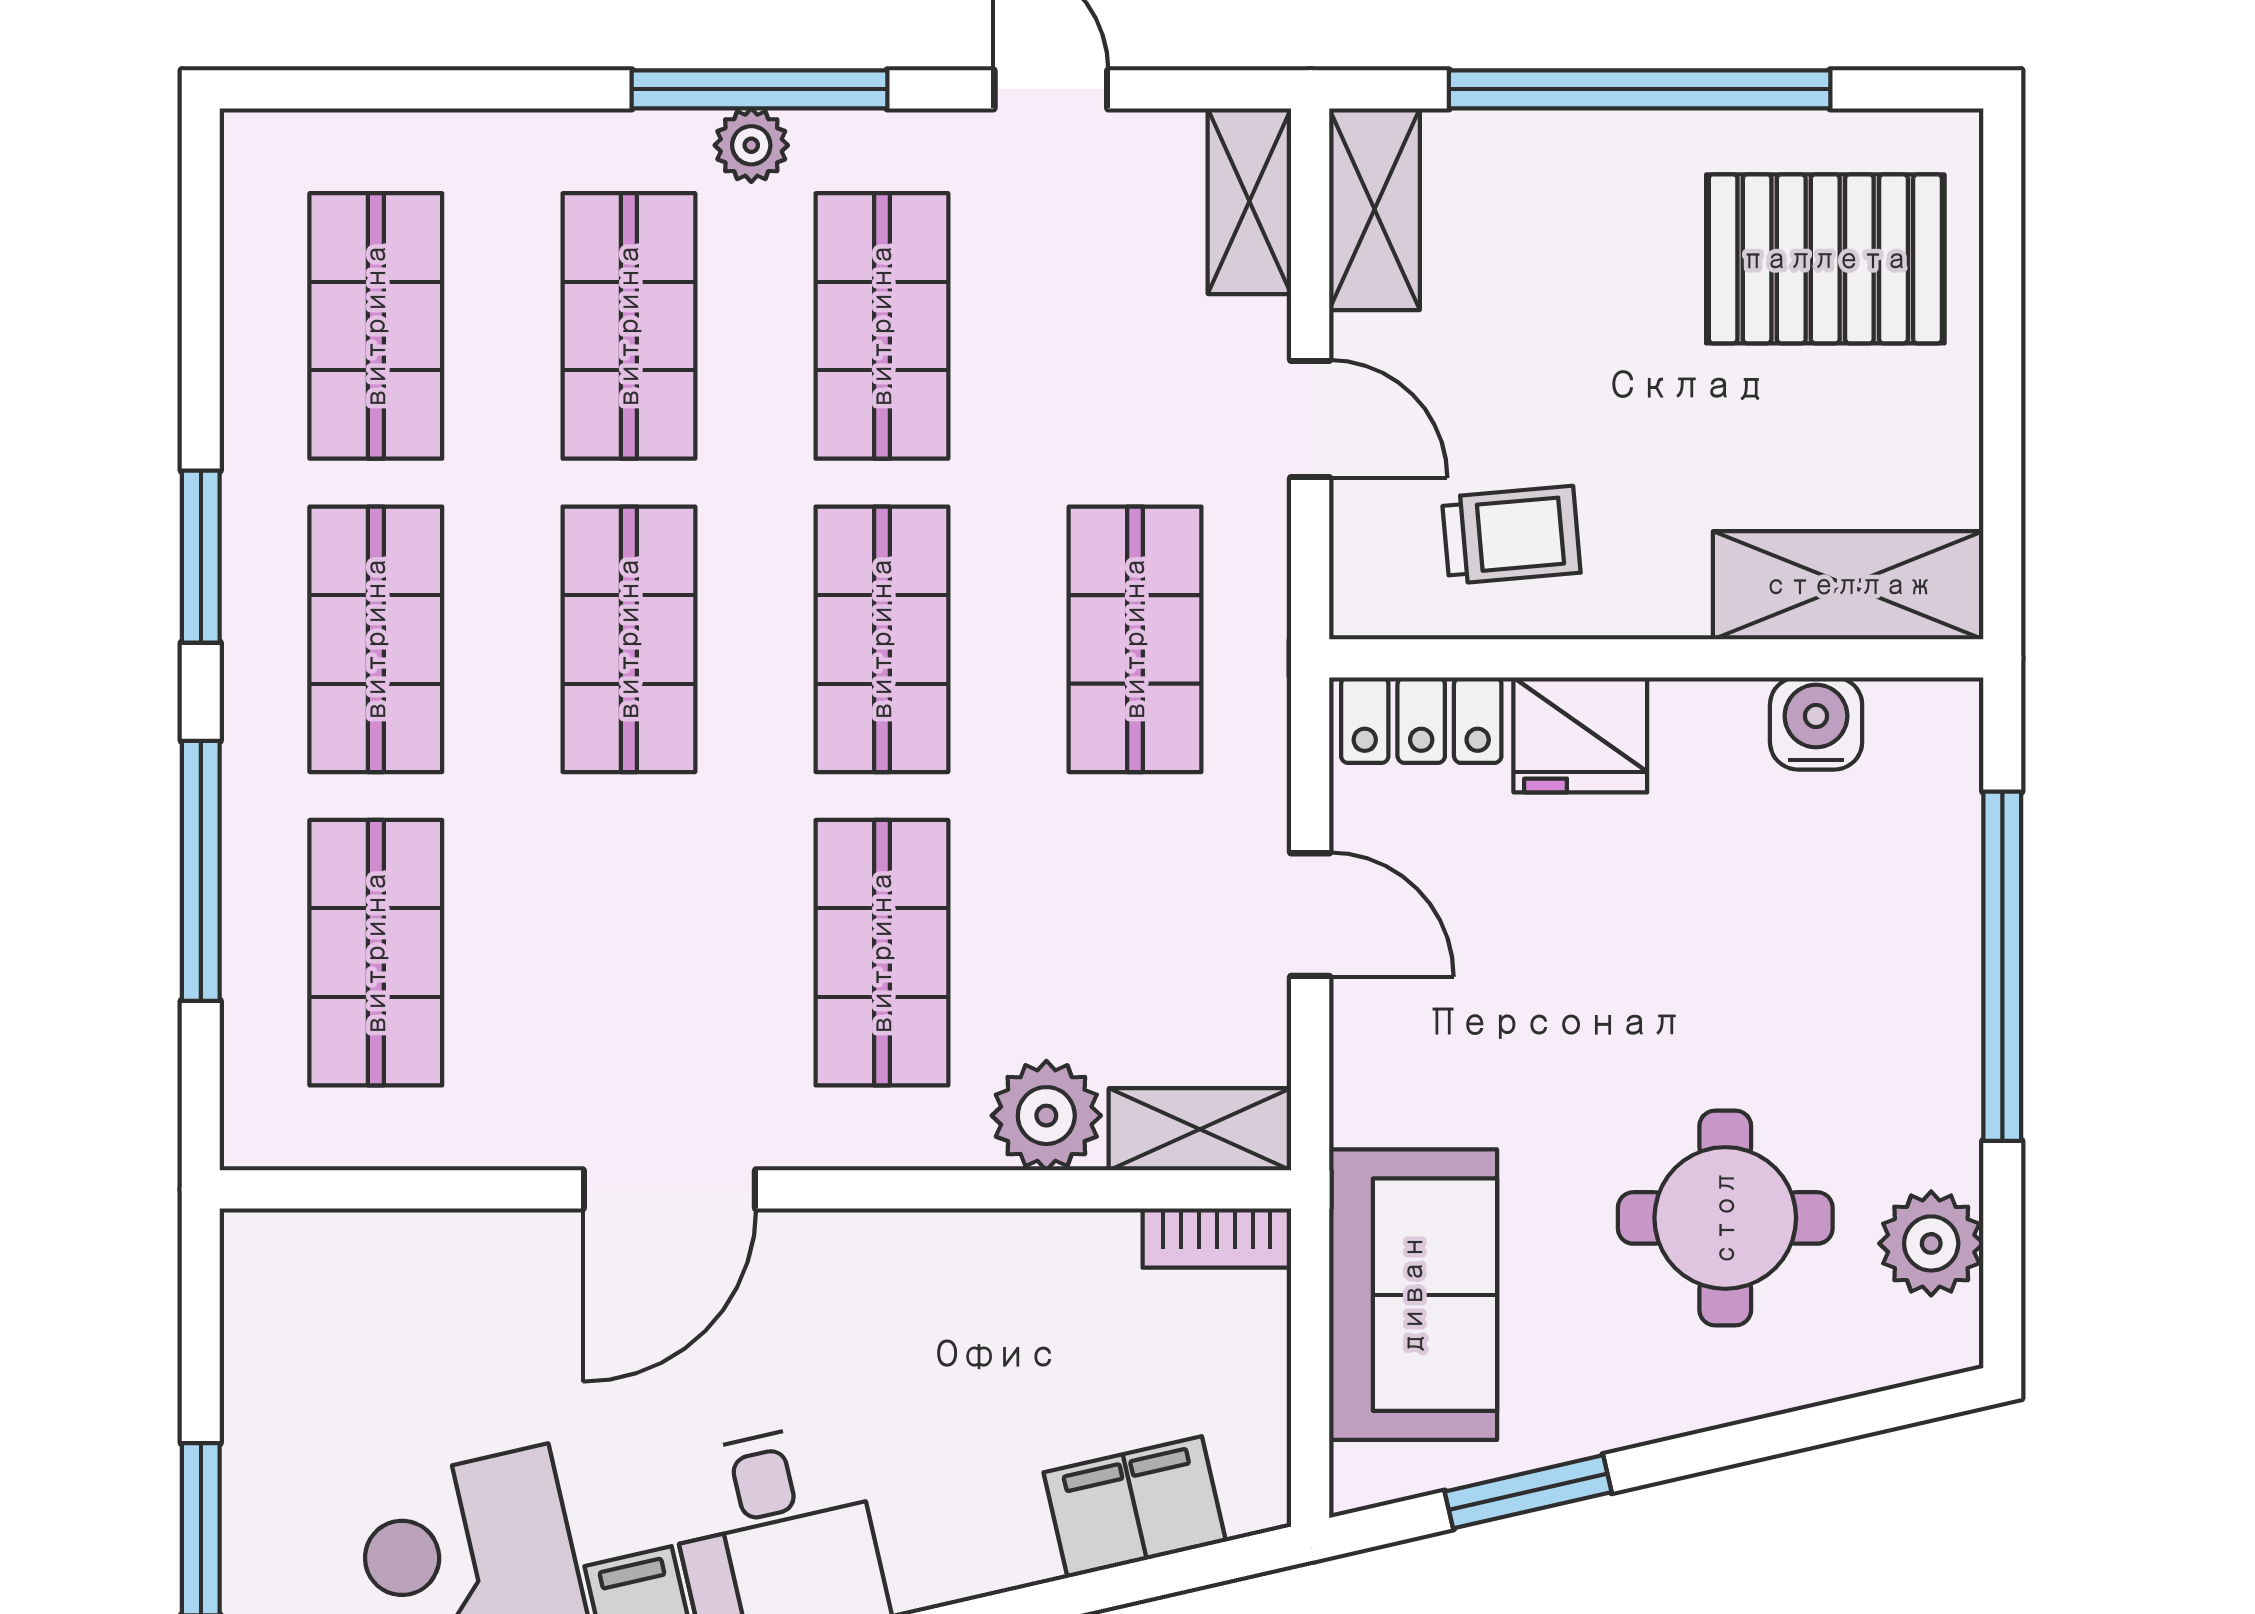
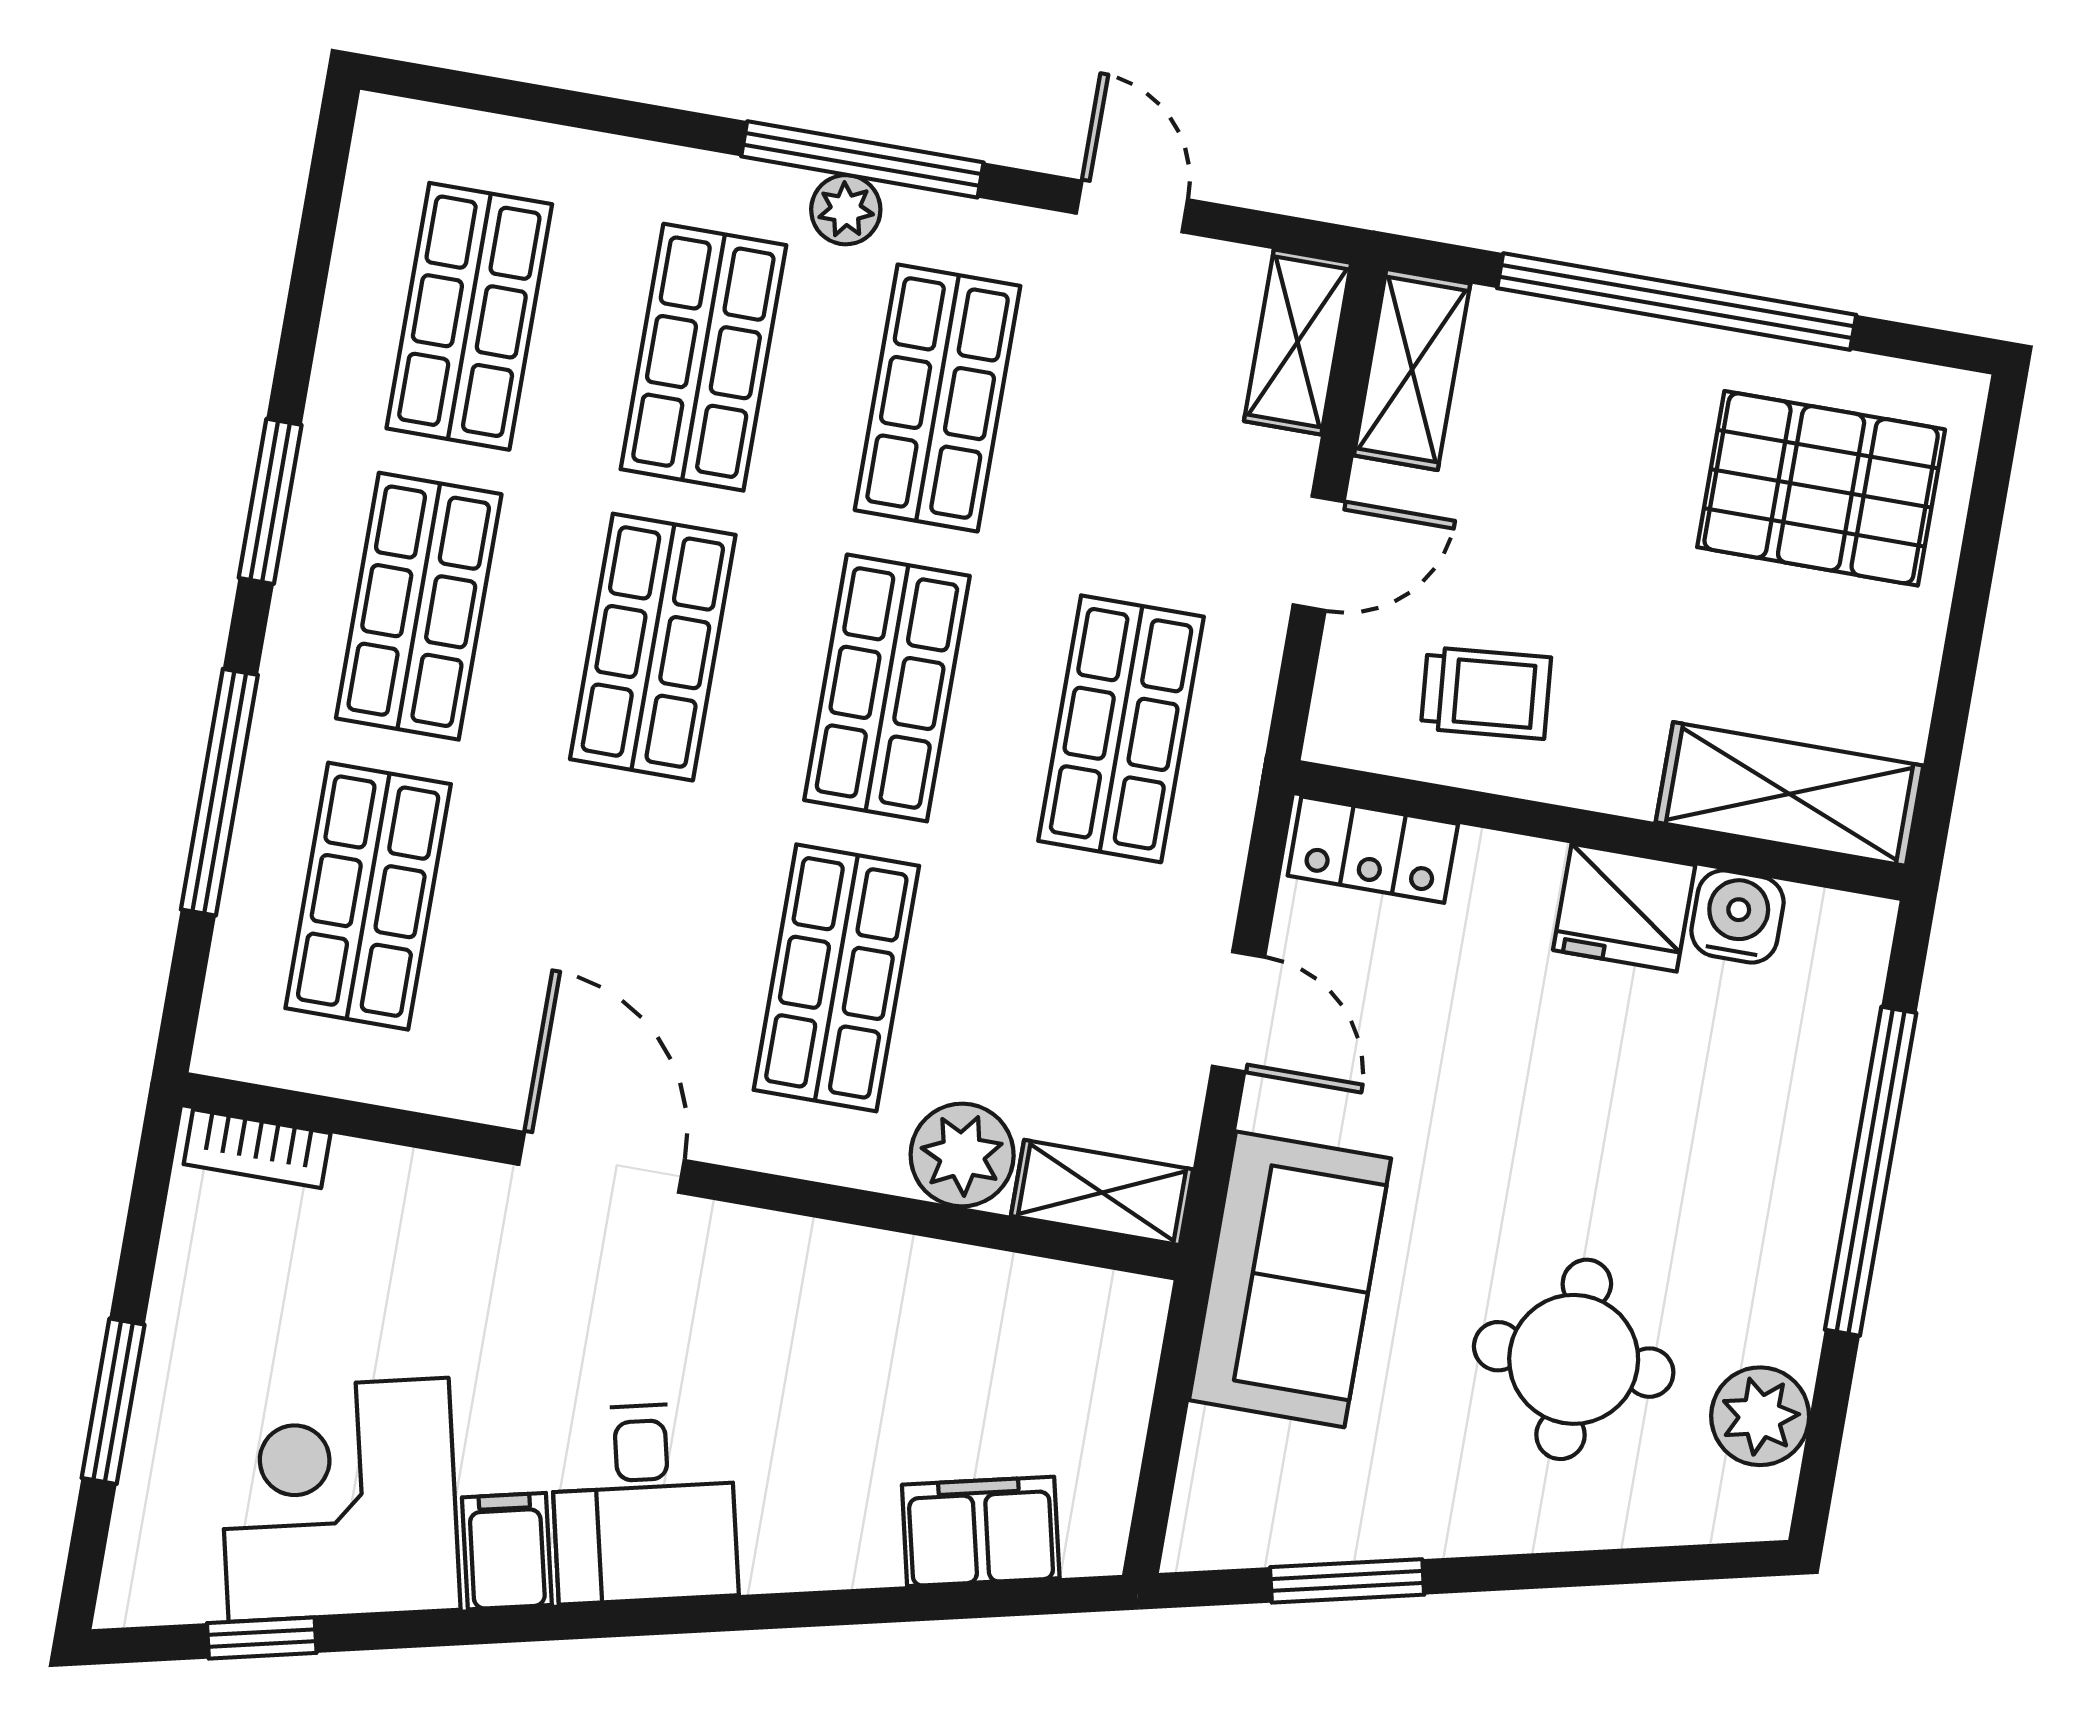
door: (1310, 419) -> (1319, 553), hinge flipped
fridge: (1580, 735) -> (1624, 908), moved
door: (669, 1189) -> (601, 1162), swing flipped
bookcase: (1217, 1238) -> (257, 1149), moved
sofa: (1413, 1295) -> (1290, 1279), moved

